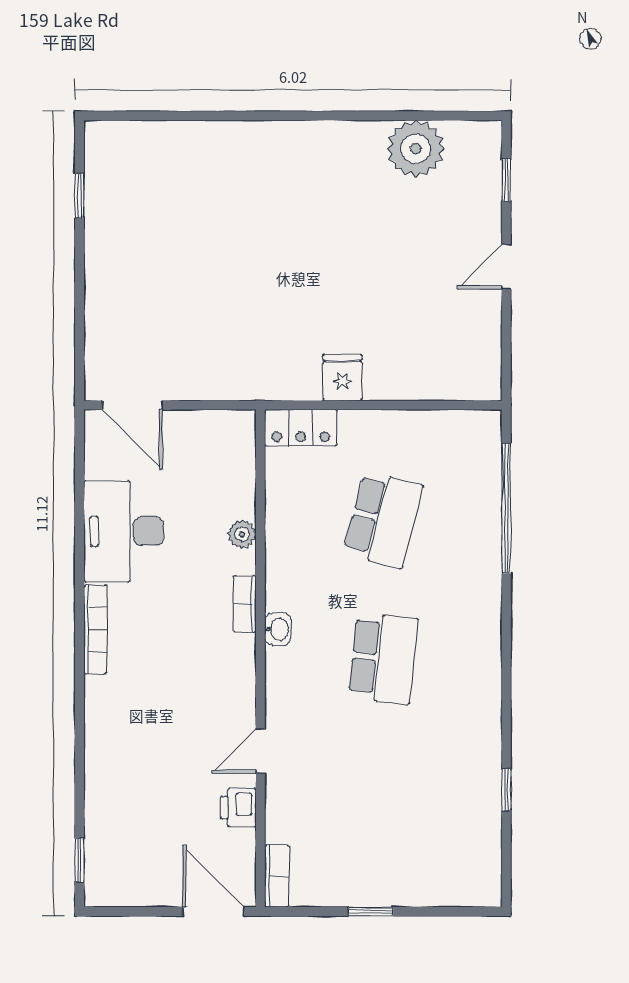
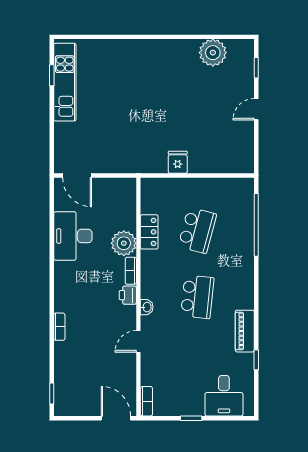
kitchen unit: (107, 210) -> (65, 82), added
locker: (301, 428) -> (149, 232), moved, turned -90
plant: (242, 534) -> (124, 243), width x1.88, depth x1.88
washbasin: (278, 629) -> (147, 307), moved
bookcase: (95, 630) -> (59, 327), moved, width x0.64
piano: (482, 730) -> (245, 331), added
printer: (238, 808) -> (128, 295), moved
desk: (439, 865) -> (224, 396), added

